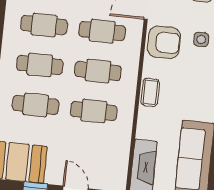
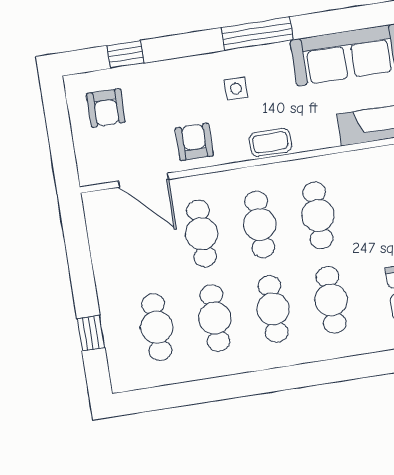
side table: (201, 39) -> (236, 89), moved
armchair: (164, 42) -> (194, 142), width x0.72, depth x0.72

